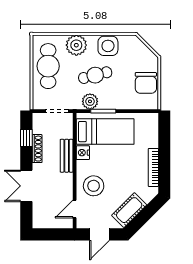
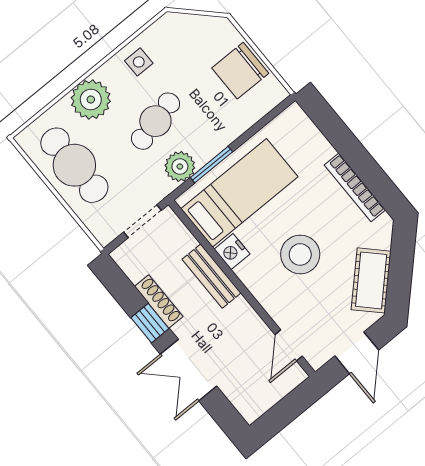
side table: (108, 46) -> (139, 62), width x0.54, depth x0.54
chair: (146, 83) -> (240, 71), turned 90
window: (26, 138) -> (150, 323), moved
stool: (94, 186) -> (300, 254), moved

